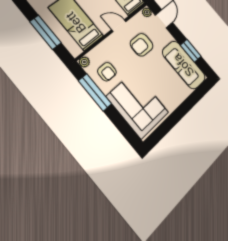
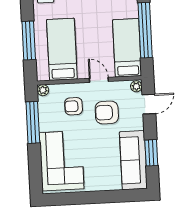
armchair: (107, 72) -> (74, 106), moved, turned 90

